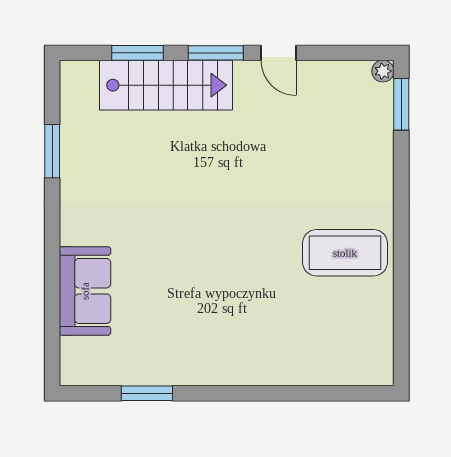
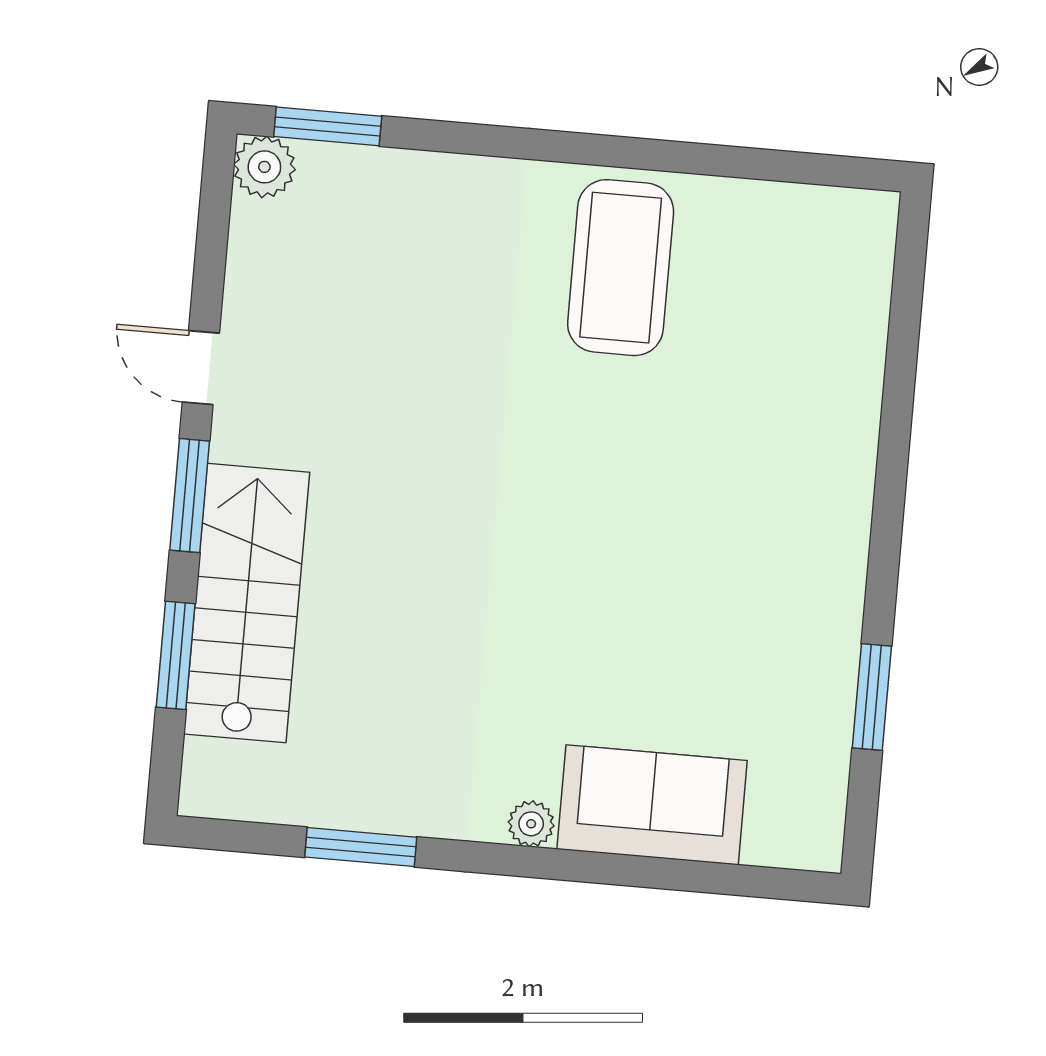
door: (278, 53) -> (201, 368), swing flipped
plant: (383, 71) -> (264, 167), width x1.38, depth x1.38
plant: (71, 233) -> (531, 824), added

